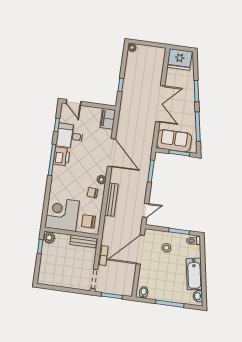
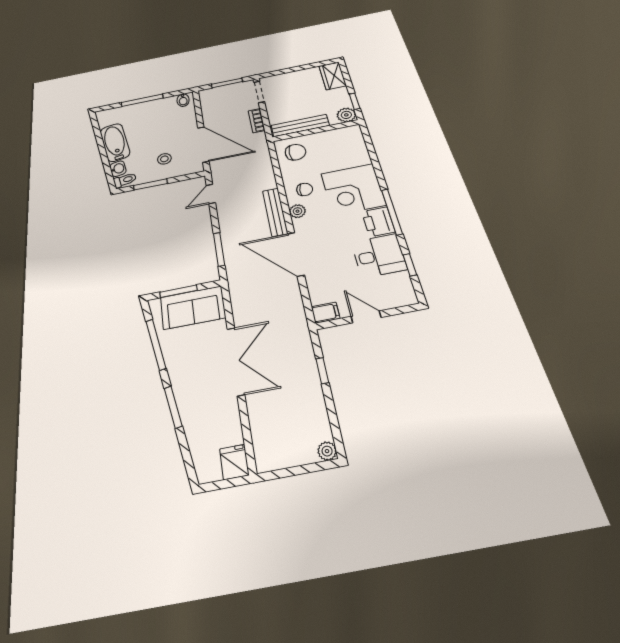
fridge: (180, 59) -> (234, 462), width x0.53, depth x0.75
door: (74, 102) -> (366, 317), moved
double door: (160, 104) -> (236, 361), swing flipped
filing cabinet: (108, 119) -> (326, 313), width x0.50
bench: (111, 200) -> (275, 212), moved
corner desk: (62, 214) -> (353, 189), moved, turned 90
bench: (83, 241) -> (300, 125), width x1.36
door: (140, 250) -> (203, 144), hinge flipped
wardrobe: (45, 273) -> (333, 76), added
washbasin: (198, 296) -> (118, 169), moved

